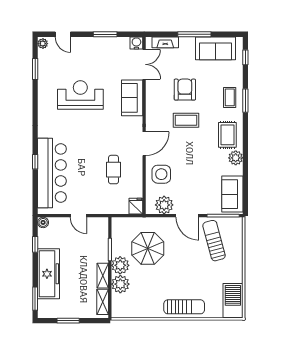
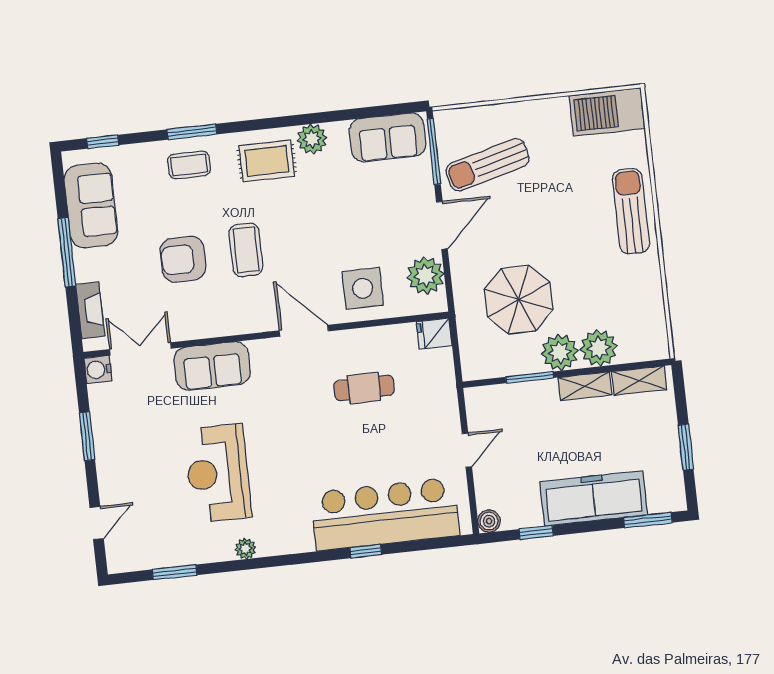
plant: (43, 44) -> (245, 549), moved

